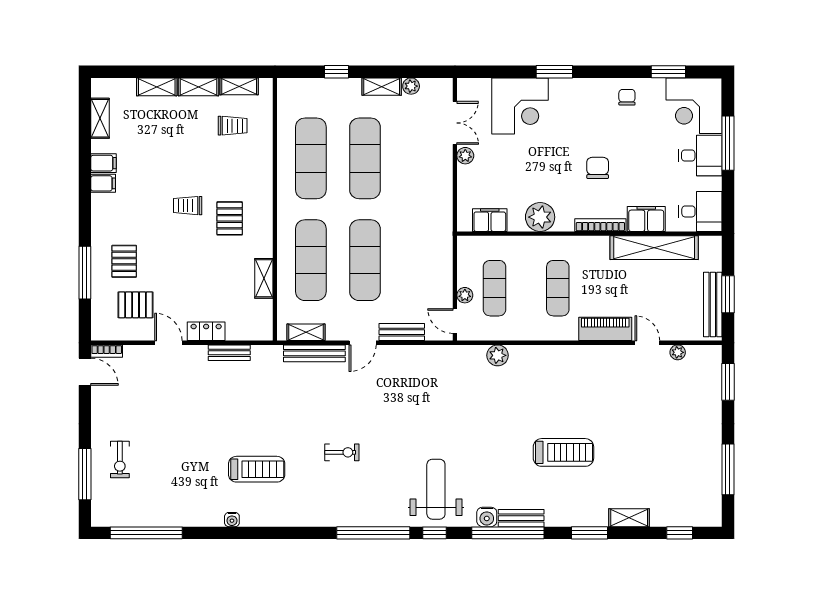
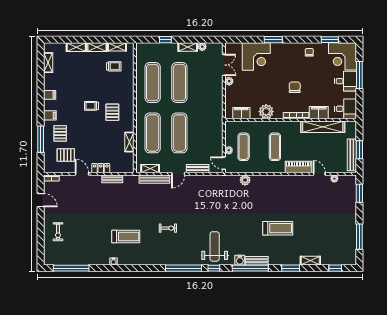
filing cabinet: (104, 163) -> (50, 115), moved
door: (85, 372) -> (41, 200), moved
window: (85, 474) -> (41, 239), removed

